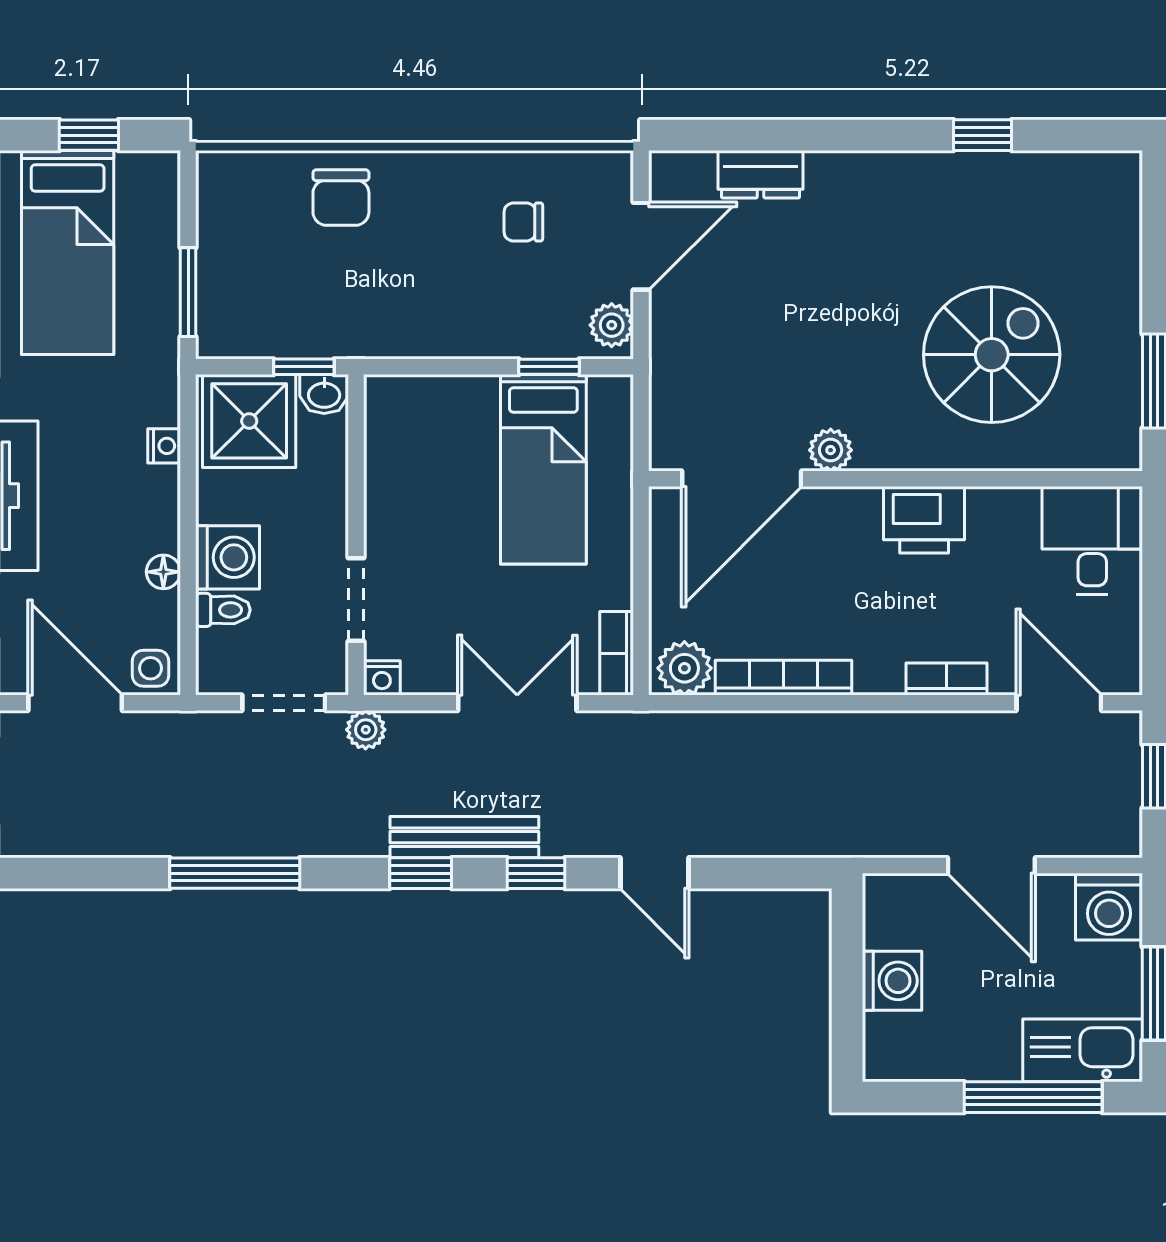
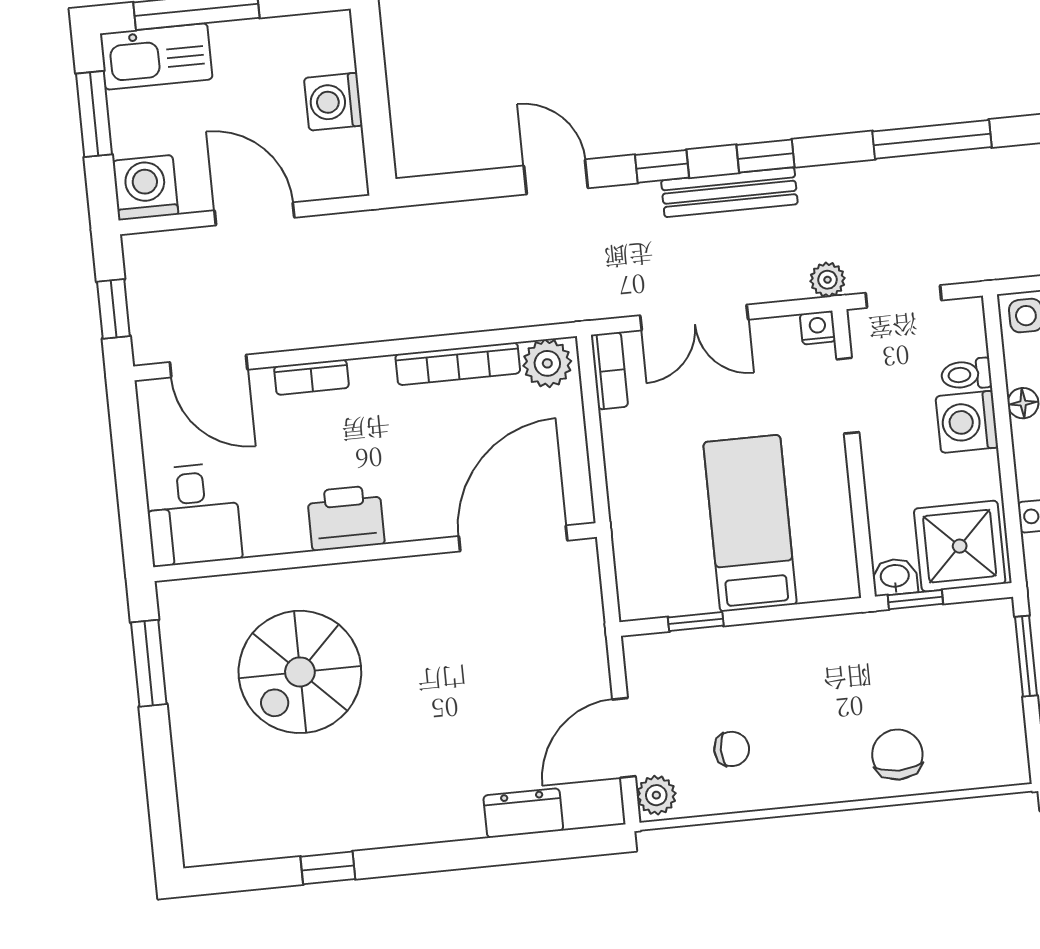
plant: (612, 325) -> (656, 795), moved
plant: (831, 450) -> (436, 572), removed
bed: (543, 469) -> (750, 523), moved

